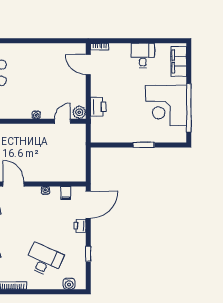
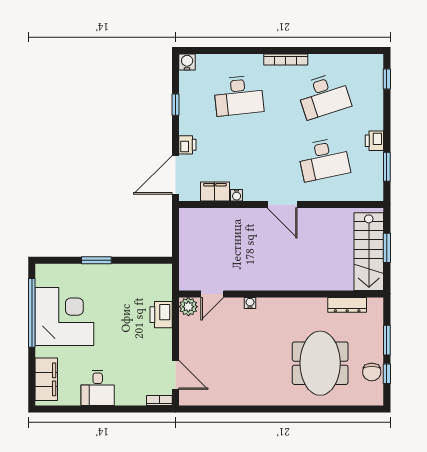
filing cabinet: (66, 193) -> (215, 191), width x2.00
desk: (44, 260) -> (239, 96), turned -30
water cooler: (69, 284) -> (187, 62), moved

